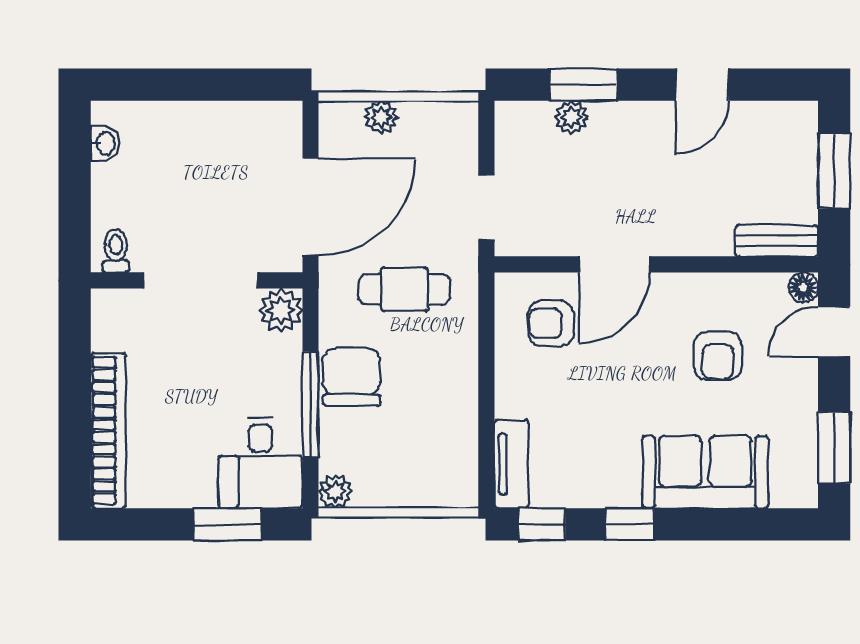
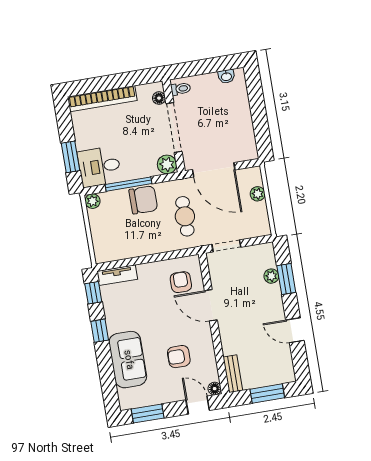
floor lamp: (128, 303) -> (159, 98), added

